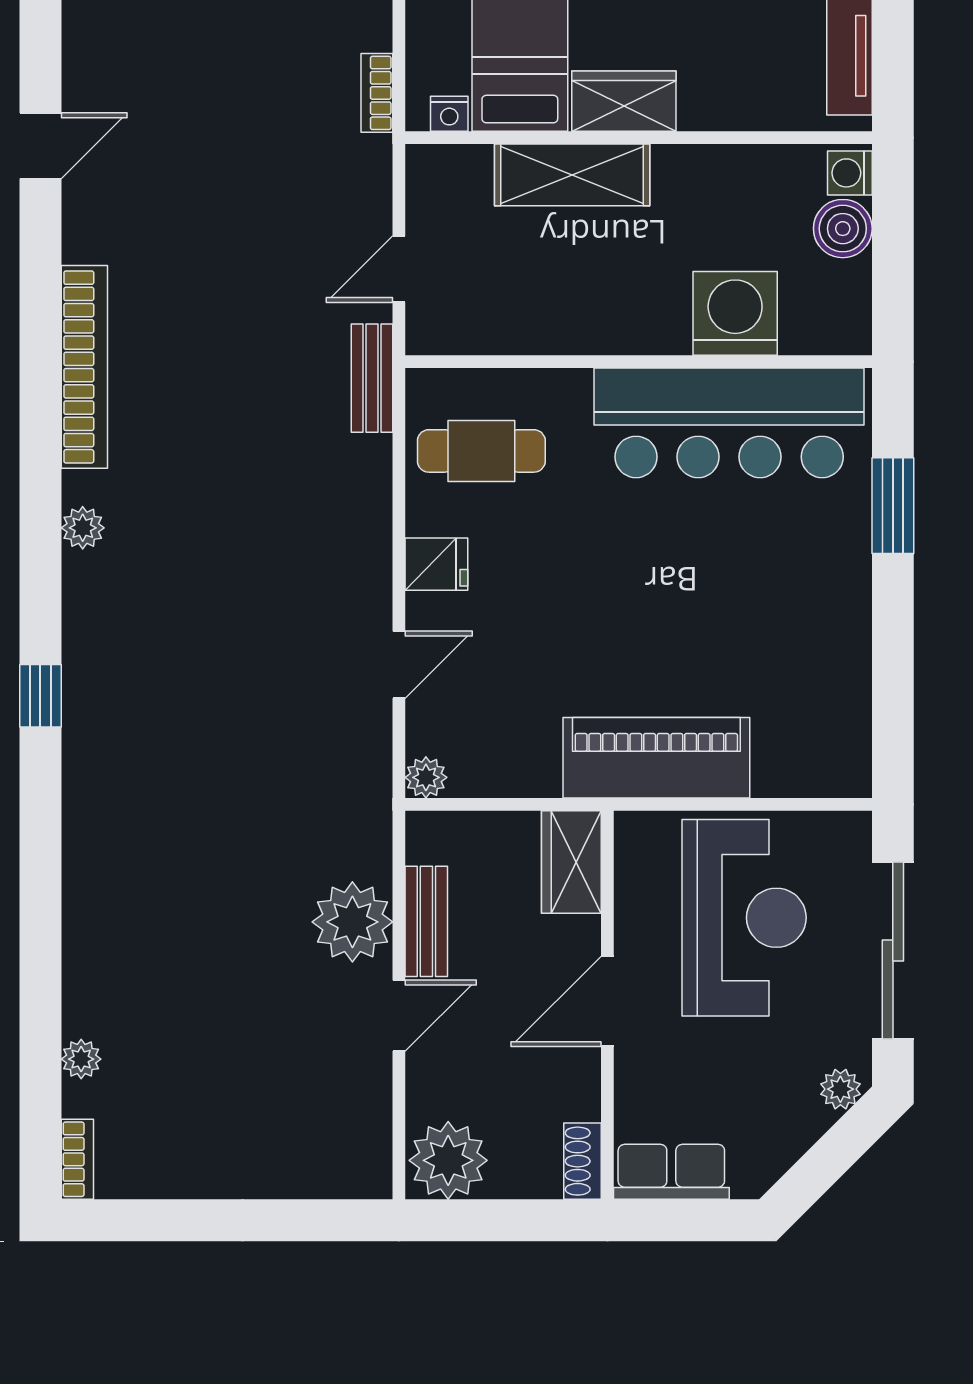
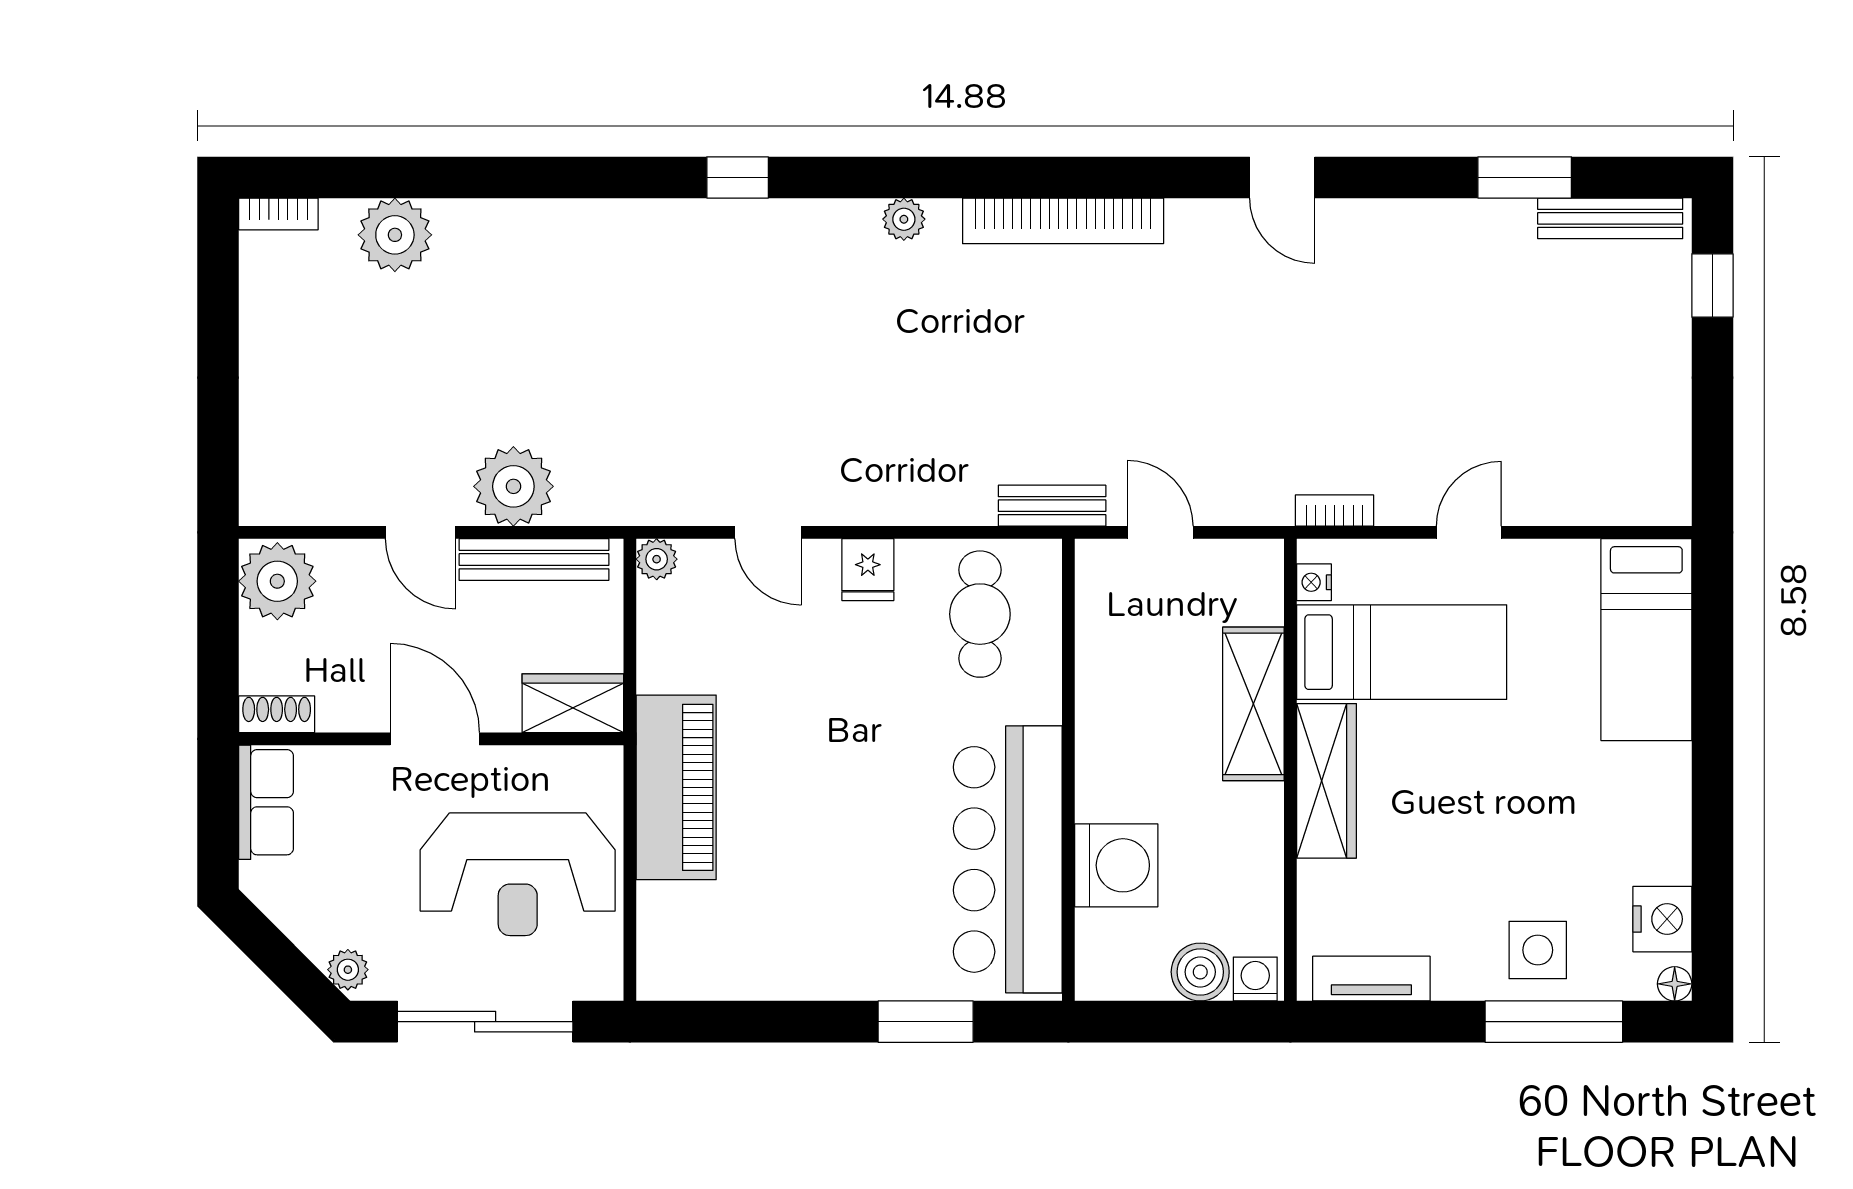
wardrobe: (624, 101) -> (1326, 781), width x1.50
bench: (426, 921) -> (534, 560), width x1.36
plant: (81, 1059) -> (395, 235), width x1.88, depth x1.88

